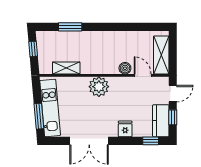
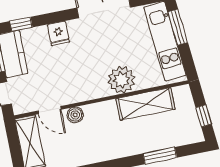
shelving: (66, 68) -> (145, 104), width x1.50, depth x1.33
plant: (99, 87) -> (121, 80), moved

